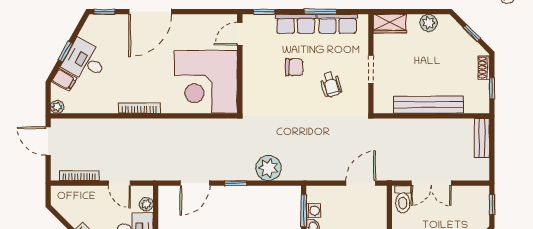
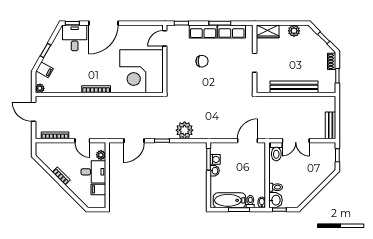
desk: (85, 61) -> (75, 38), moved, turned 61
wheelchair: (331, 85) -> (227, 73), removed
bench: (482, 138) -> (331, 125), moved

